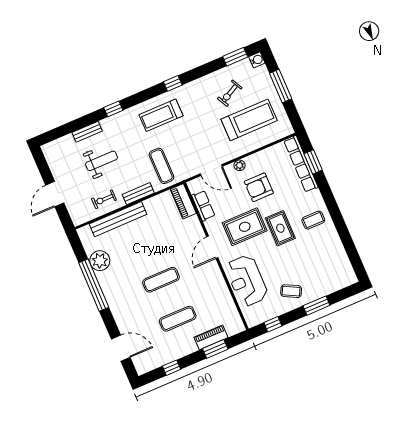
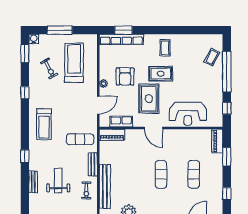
window: (173, 83) -> (25, 93), moved
coffee table: (291, 291) -> (212, 57), moved
window: (316, 306) -> (227, 72), width x2.11
piano: (211, 337) -> (217, 141), moved

